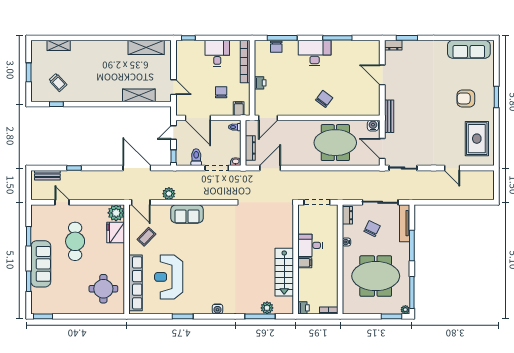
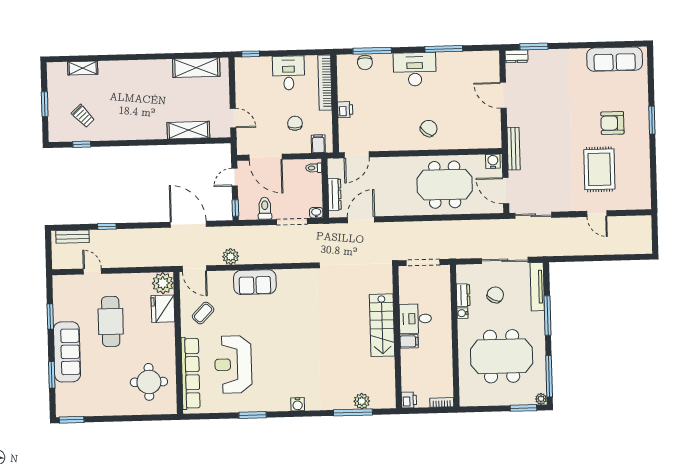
rug: (477, 139) -> (599, 169), moved
dresser: (347, 215) -> (463, 295), moved
stairs: (284, 272) -> (382, 325), moved

